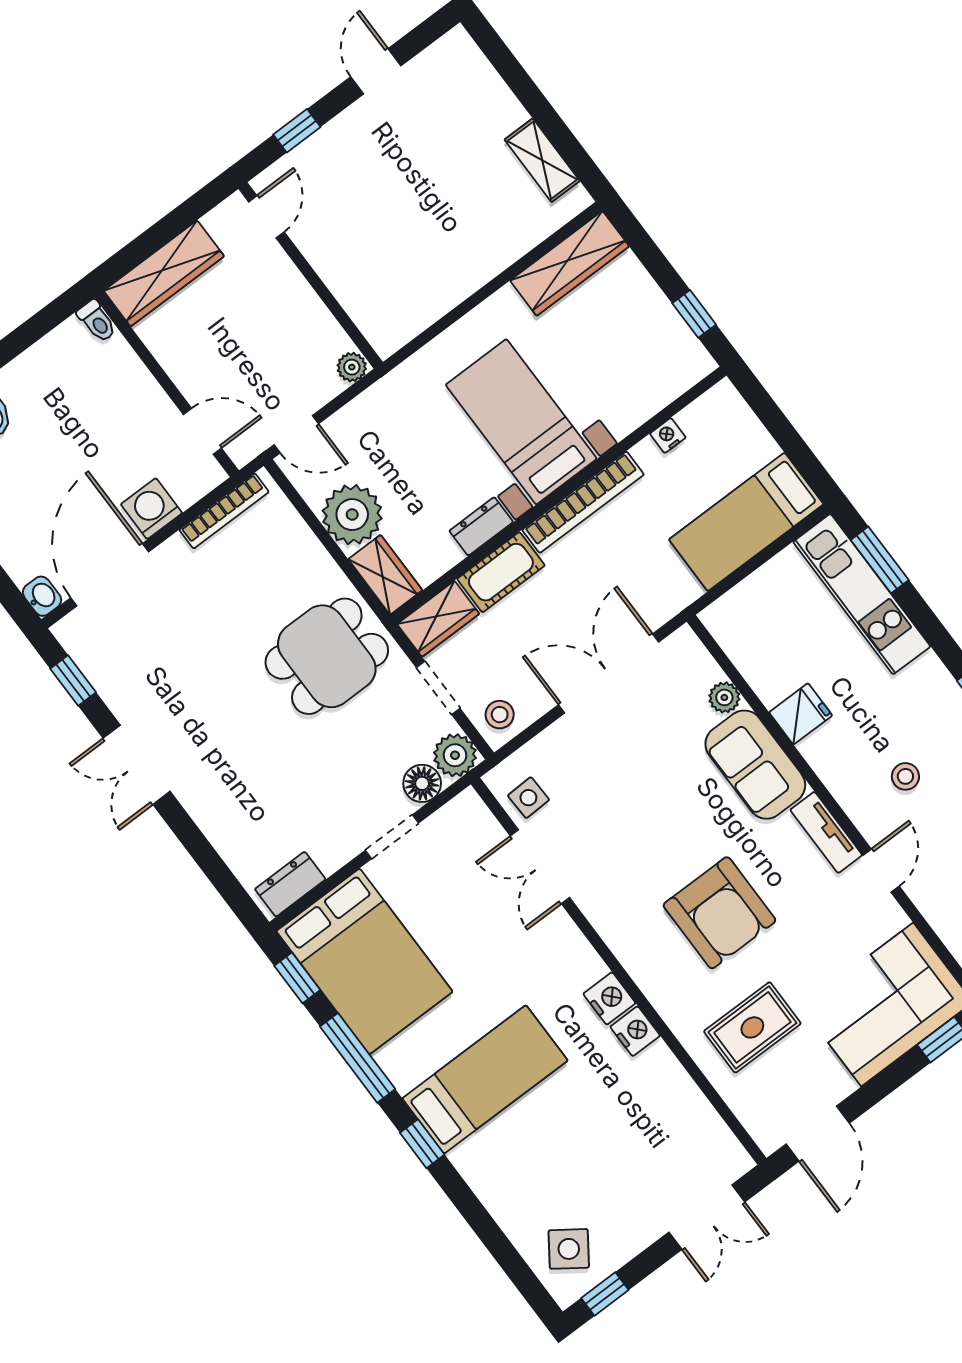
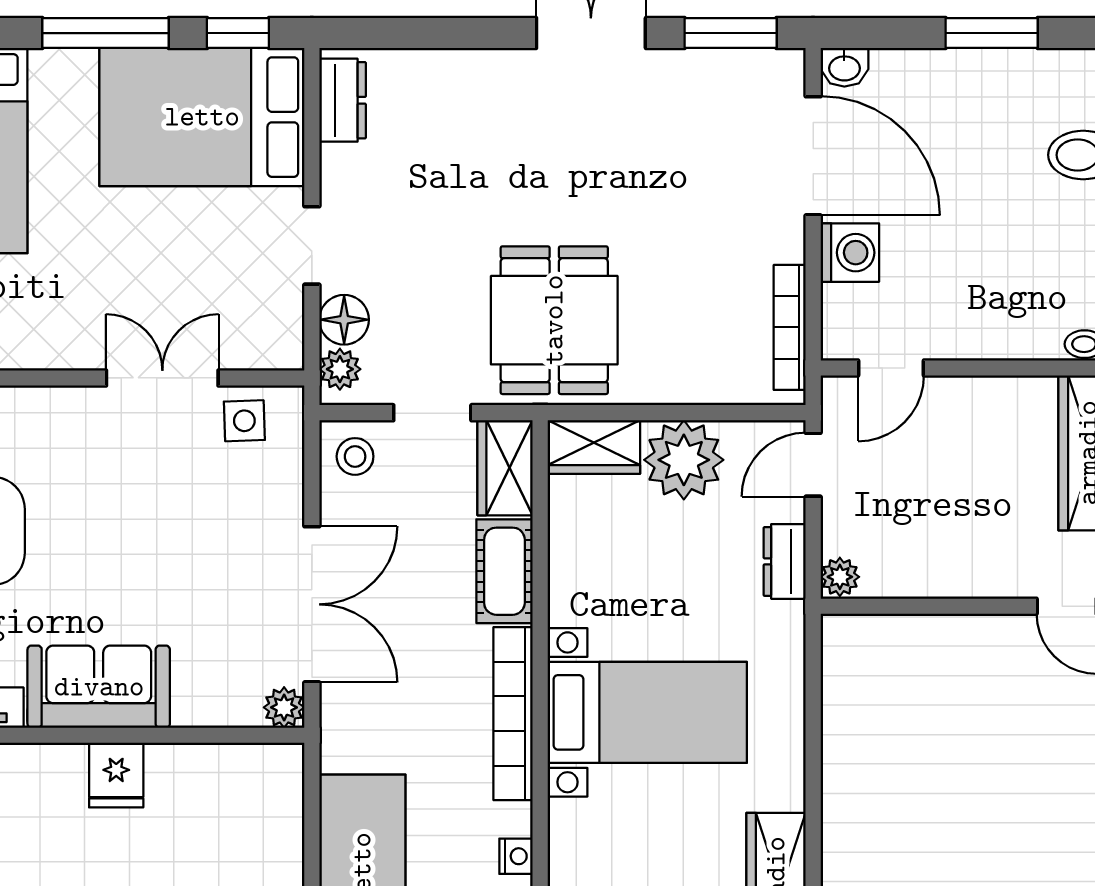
dresser: (481, 526) -> (785, 561), moved, turned 180
window: (73, 680) -> (731, 33), width x1.50
plant: (724, 697) -> (284, 707), moved
plant: (455, 755) -> (340, 369), width x0.73, depth x0.73

